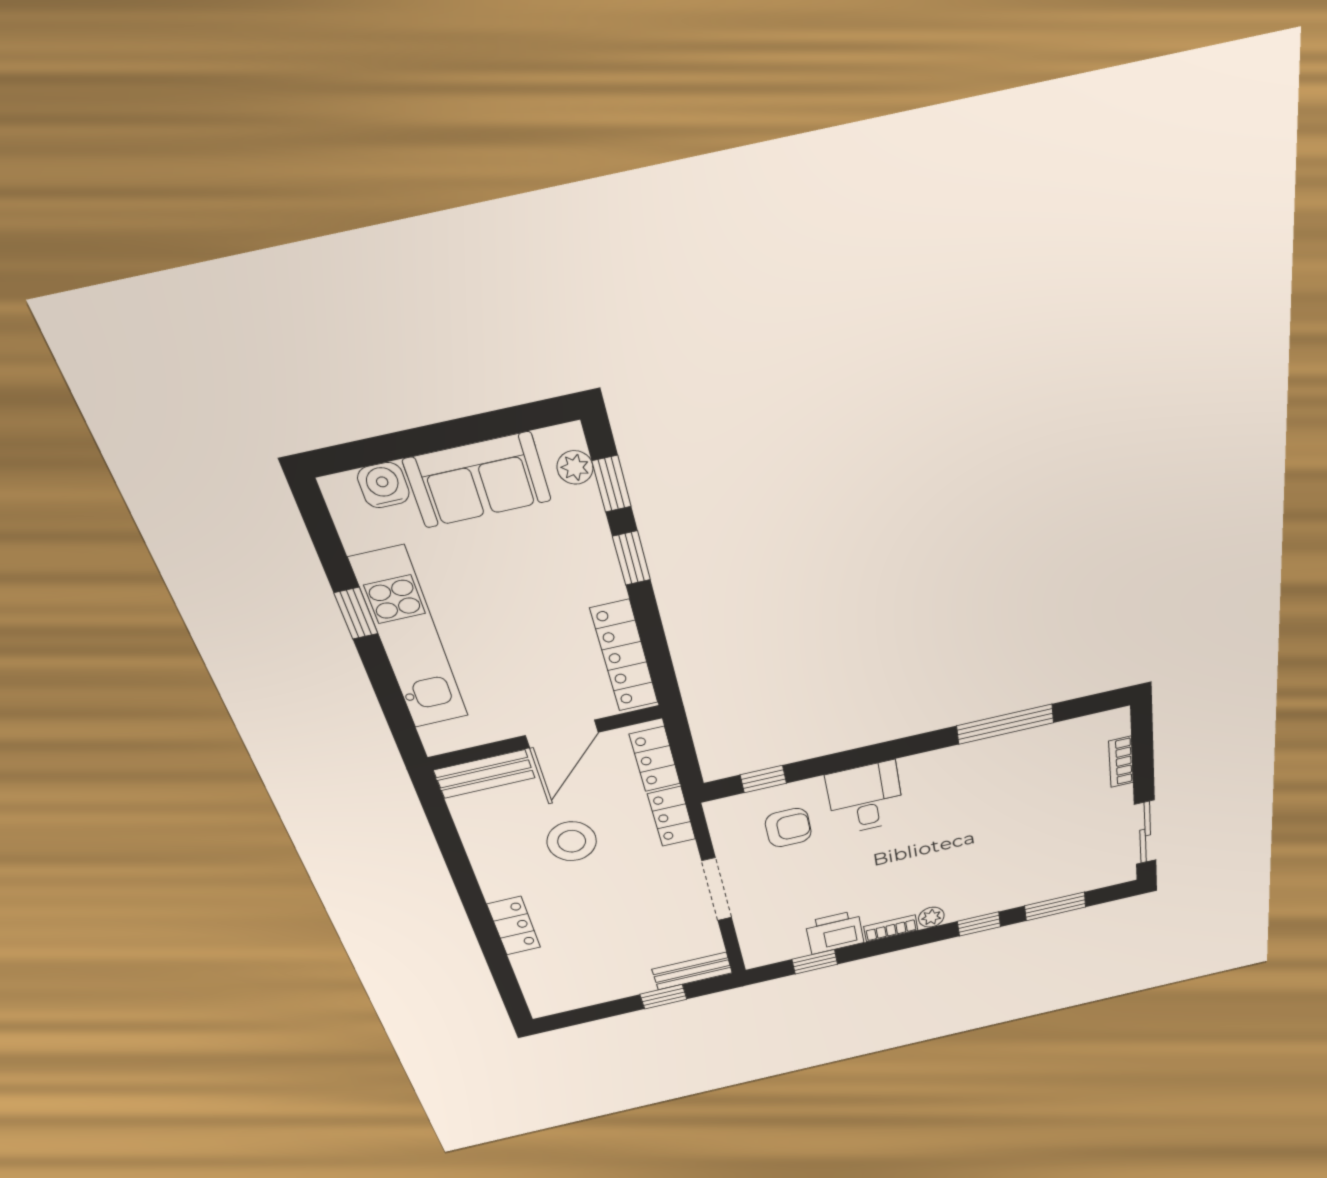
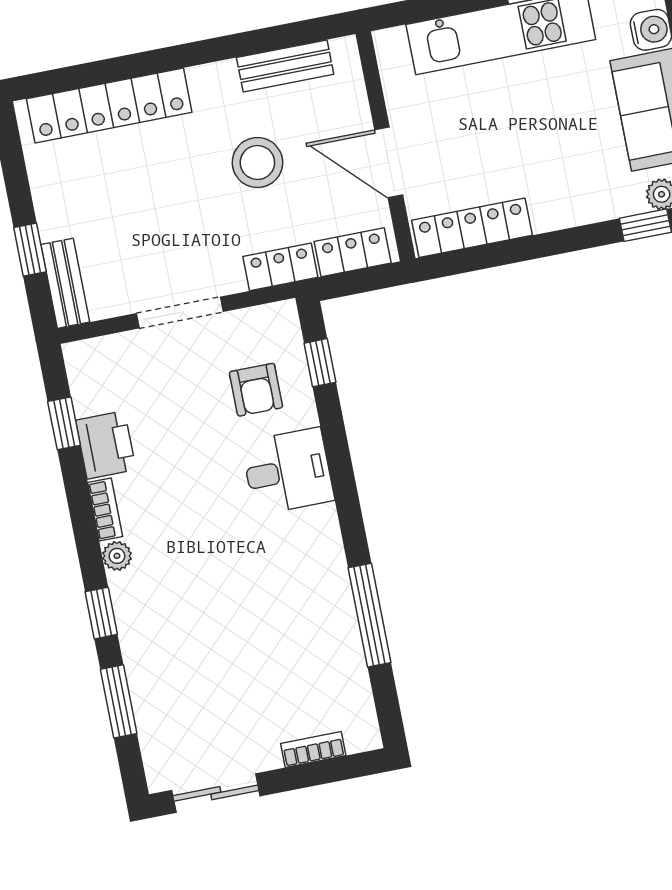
window: (631, 558) -> (573, 239), removed
bench: (484, 774) -> (285, 66), moved, turned 90
locker: (514, 926) -> (109, 106), width x2.16, depth x1.21

